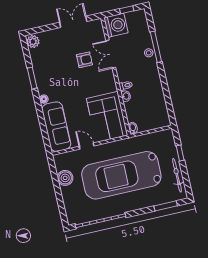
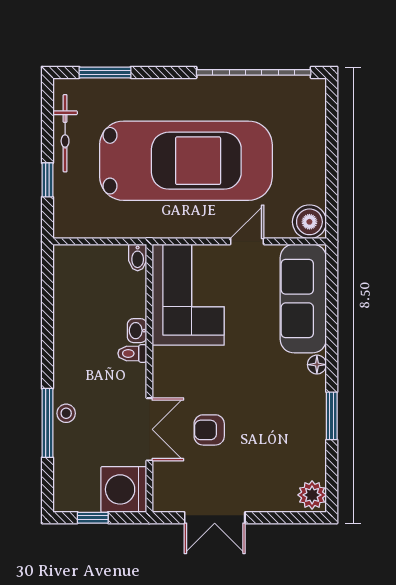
door: (87, 146) -> (247, 241), swing flipped
boiler: (65, 178) -> (309, 222), moved

